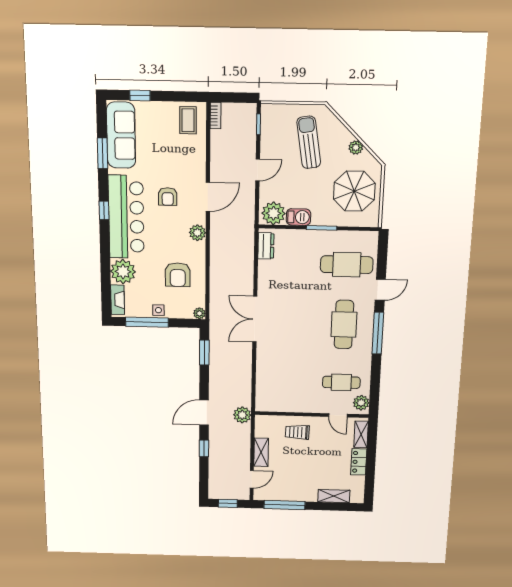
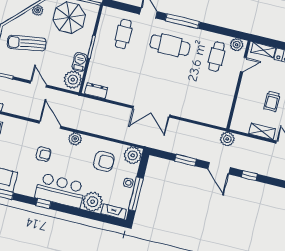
bar counter: (126, 217) -> (60, 191), width x0.73
cafe table: (347, 265) -> (123, 34), width x0.73, depth x0.74
plant: (199, 313) -> (133, 155), width x1.88, depth x1.88
window: (204, 353) -> (186, 160), moved
trolley: (297, 432) -> (272, 101), moved

